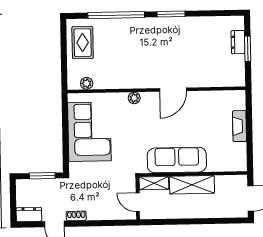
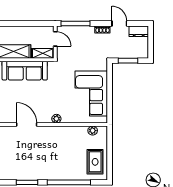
door: (173, 90) -> (27, 125), hinge flipped
window: (112, 223) -> (75, 23), added

